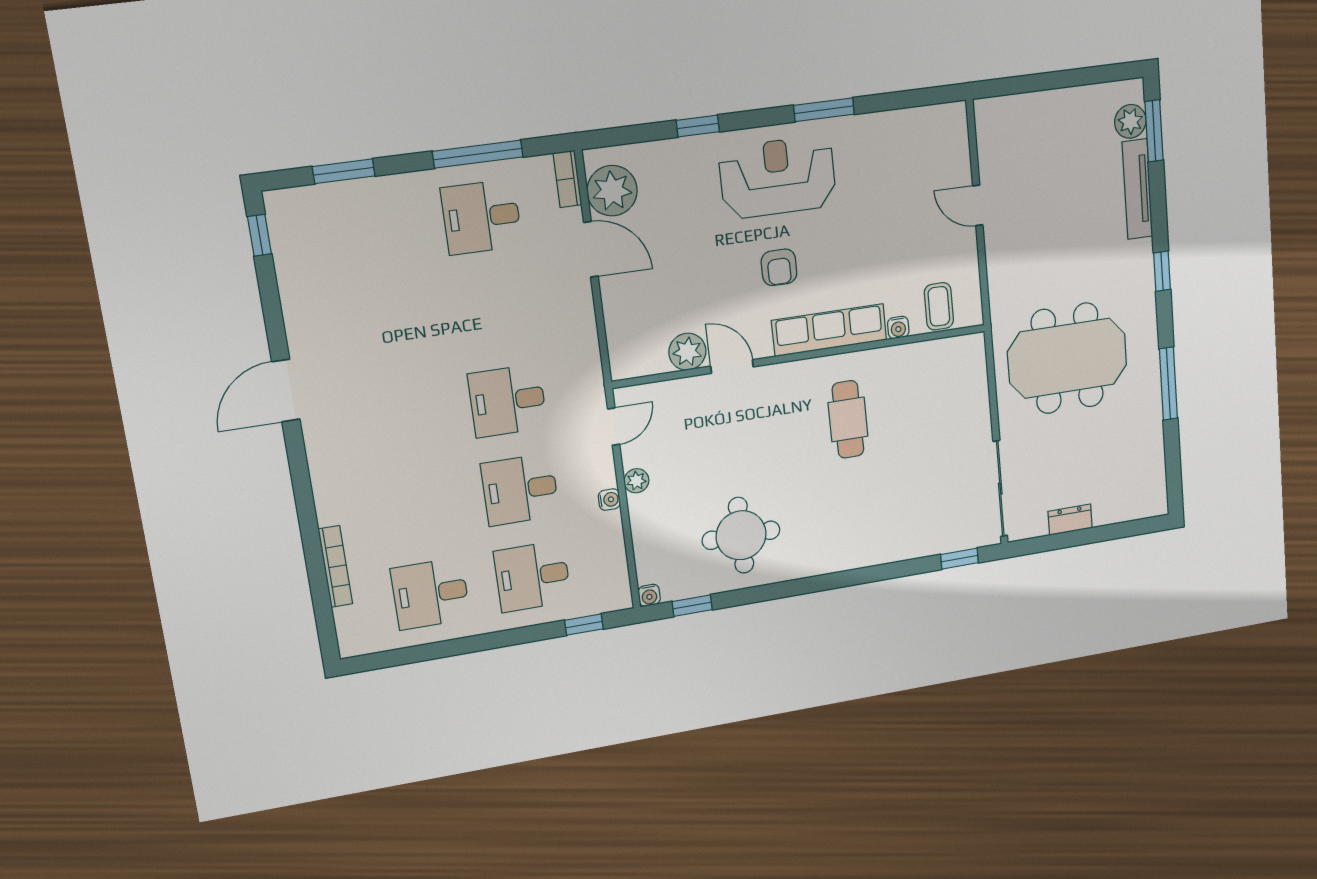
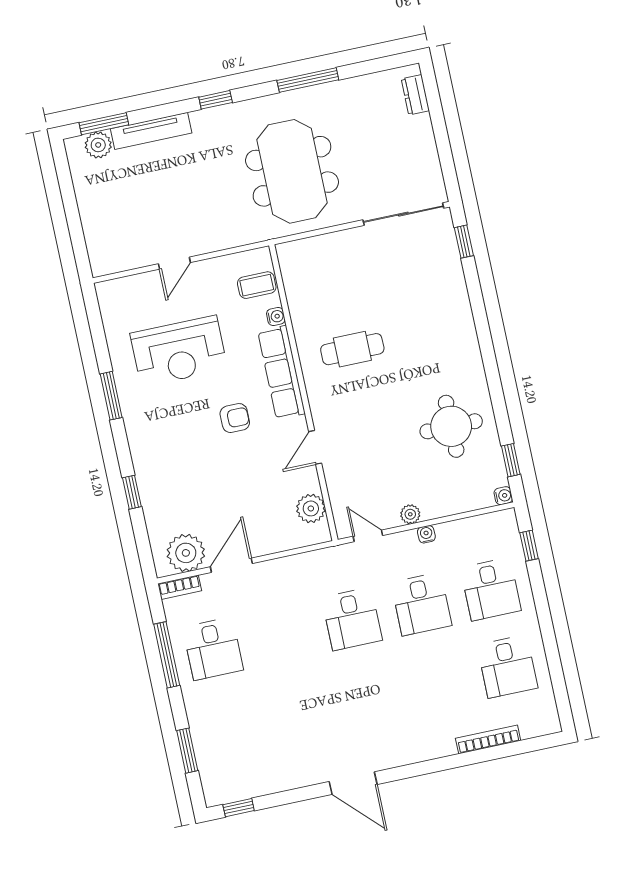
reception desk: (778, 177) -> (179, 351), moved, turned -90
plant: (687, 352) -> (311, 508), moved
dresser: (1070, 520) -> (415, 95), moved

